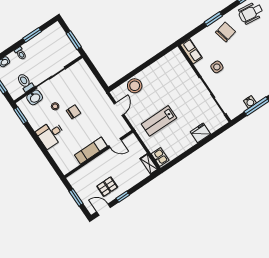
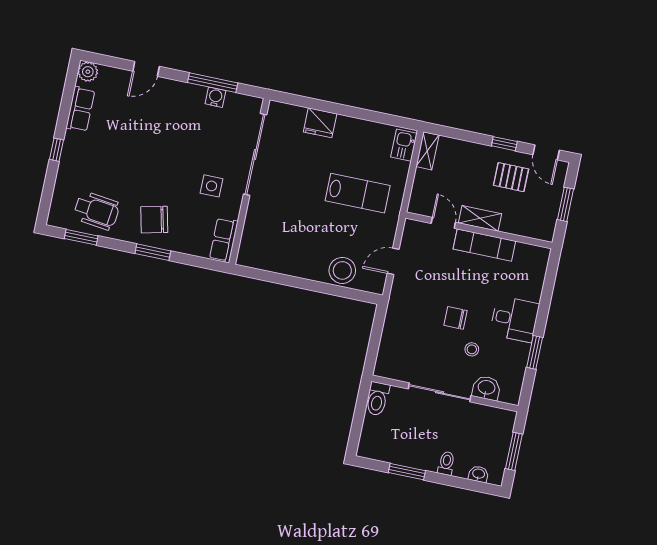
window: (74, 40) -> (360, 410), removed
toilet: (25, 82) -> (377, 399), moved
window: (21, 115) -> (535, 352), moved
shelving: (103, 159) -> (480, 218), added

